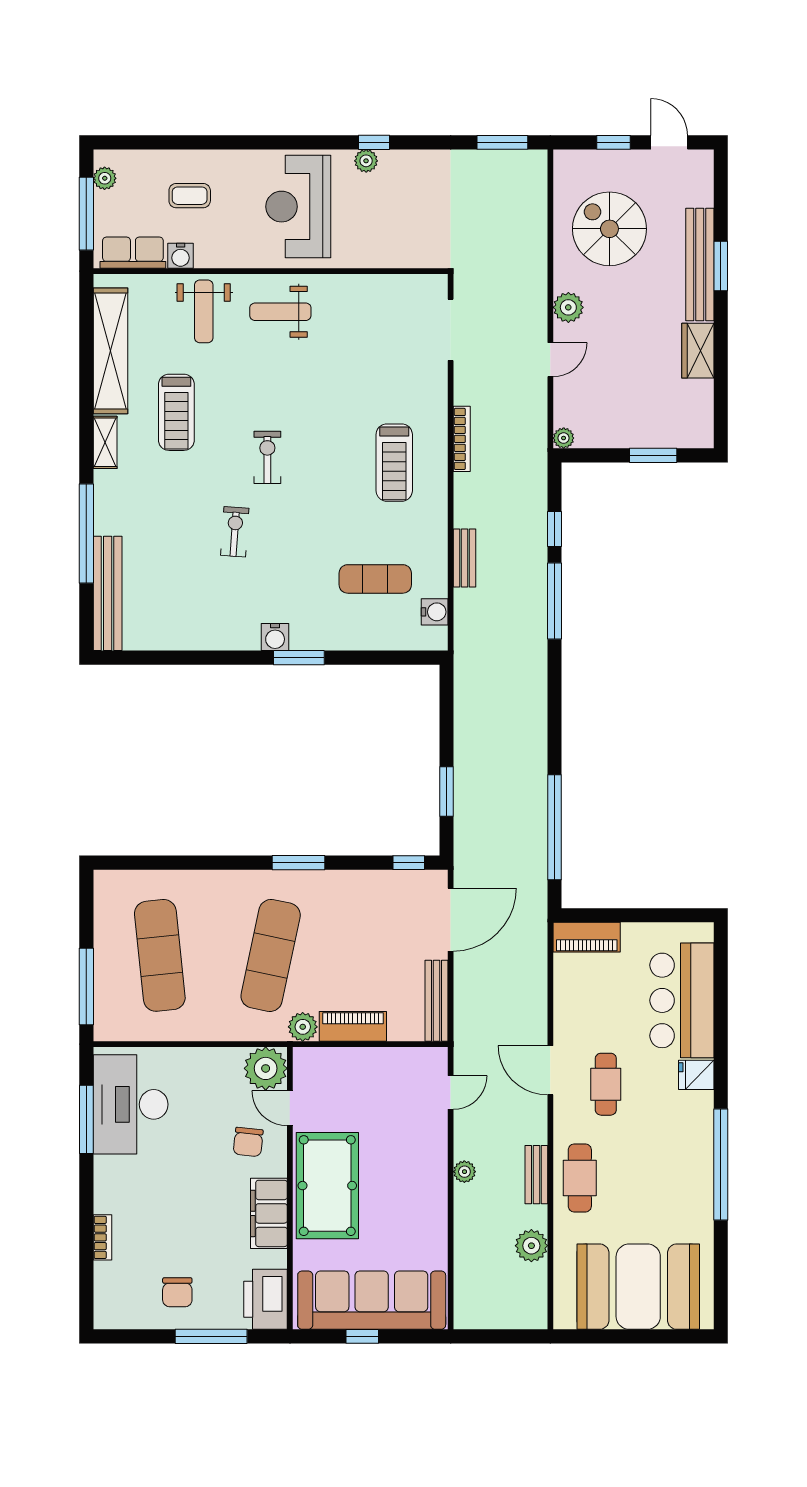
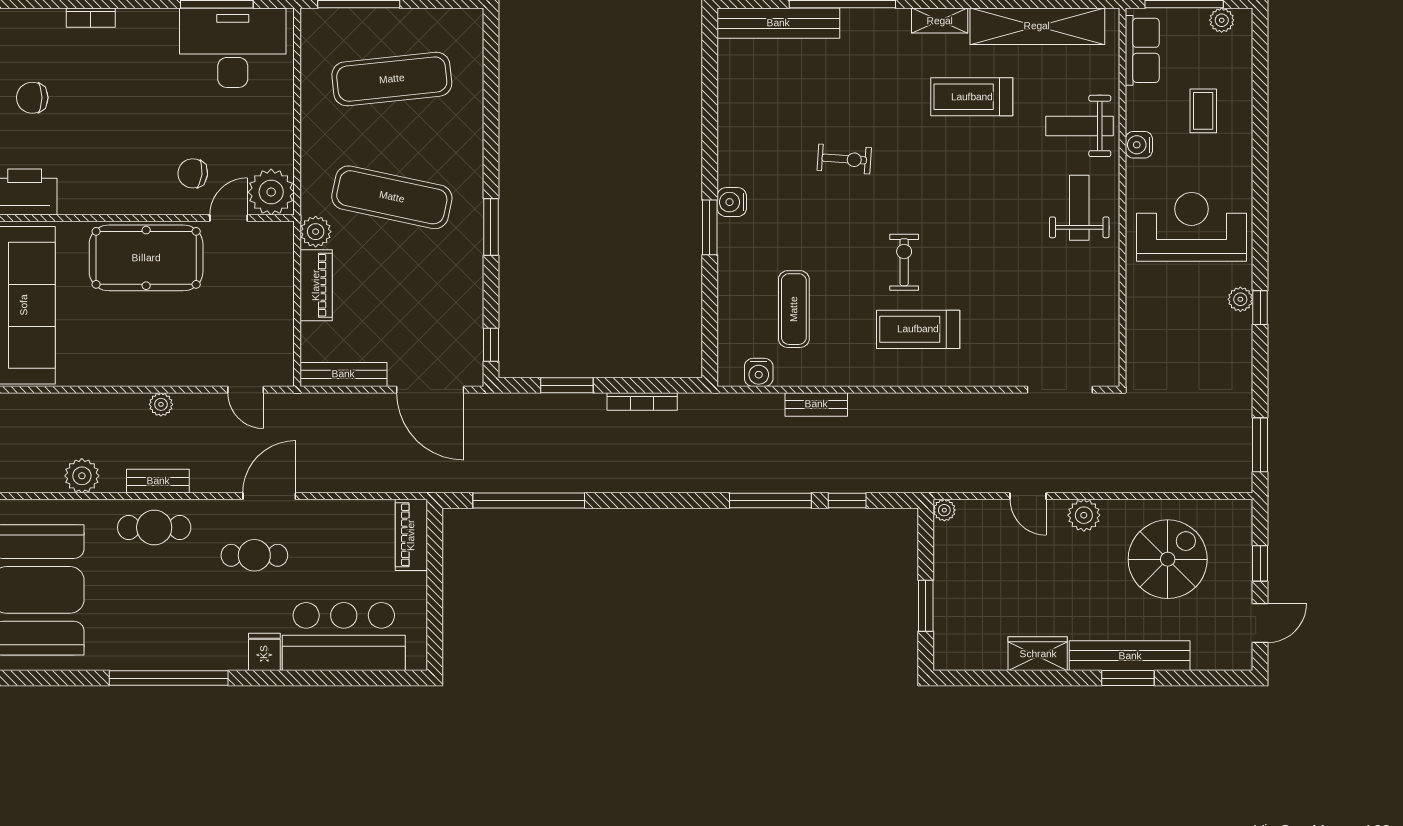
water cooler: (181, 256) -> (1139, 145), moved
bookcase: (462, 439) -> (642, 401), moved
exercise bike: (267, 457) -> (904, 262), moved, turned -90
filing cabinet: (269, 1213) -> (116, 196), removed

